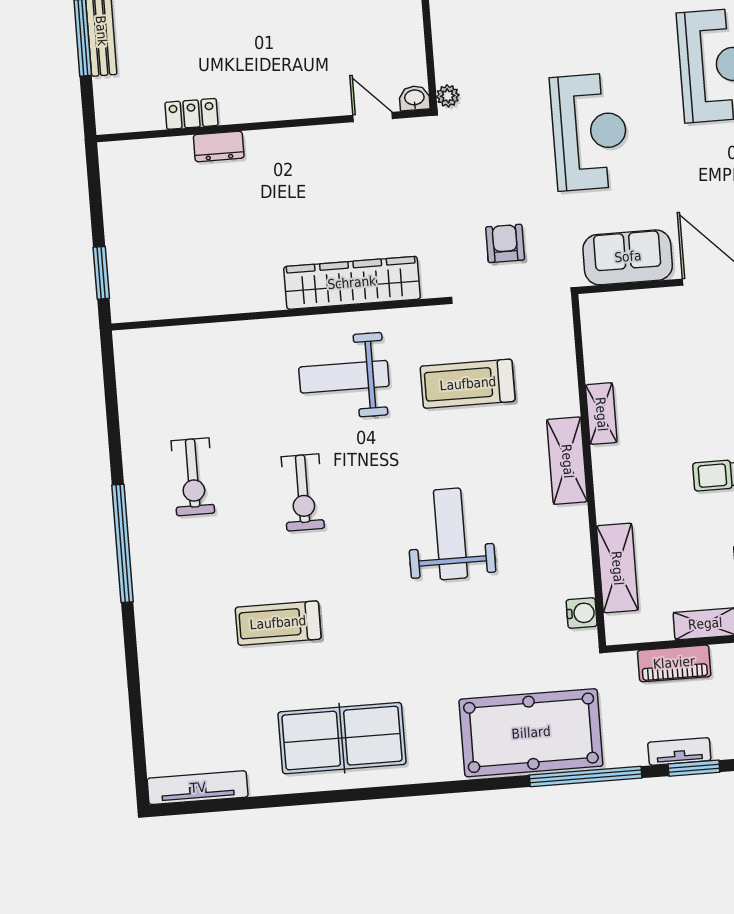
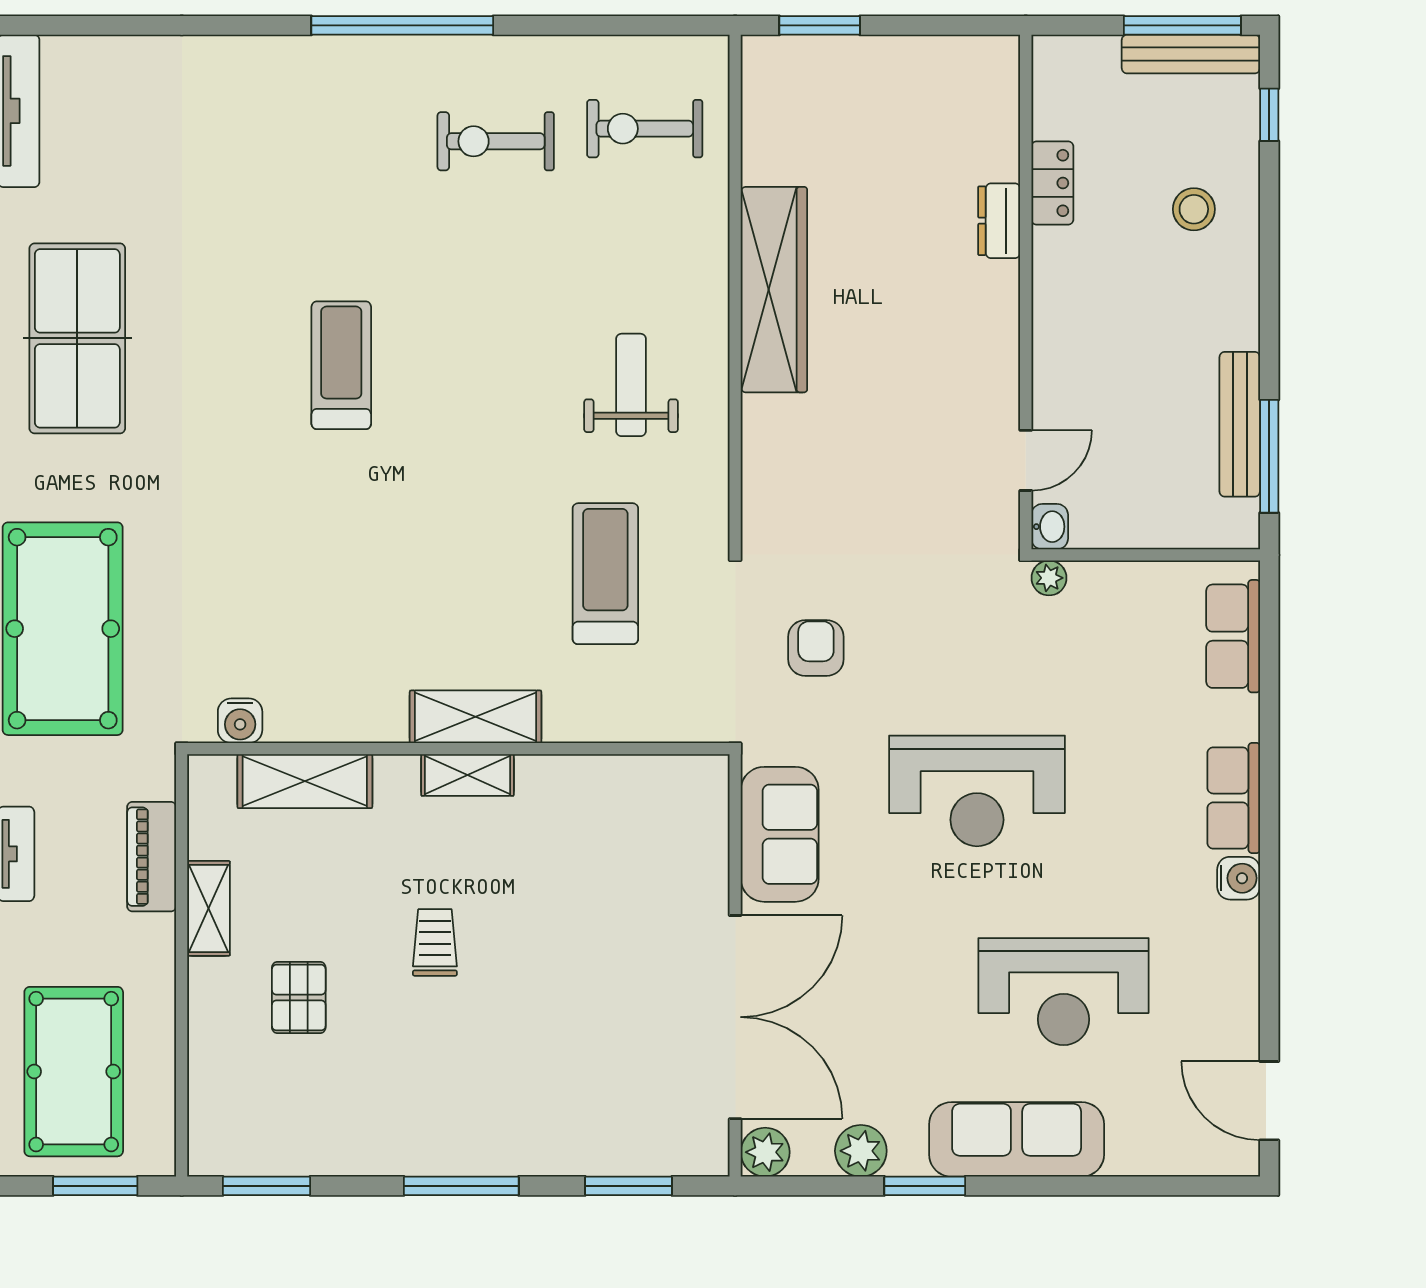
stool: (201, 21) -> (1194, 209), added
armchair: (505, 243) -> (816, 648), turned -90
wardrobe: (352, 283) -> (774, 290), moved
weight bench: (344, 377) -> (631, 385), width x0.73, depth x0.75
shelving: (601, 414) -> (467, 775), moved
exercise bike: (303, 492) -> (645, 129), moved
weight bench: (450, 534) -> (377, 529), removed
treadmill: (278, 623) -> (341, 365), moved

